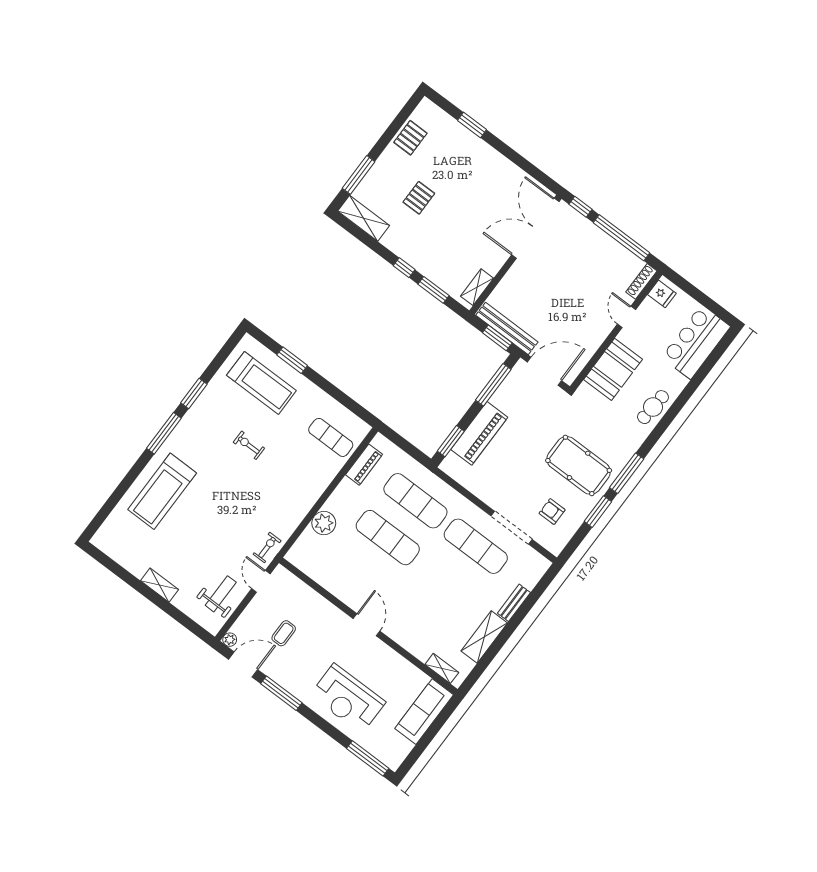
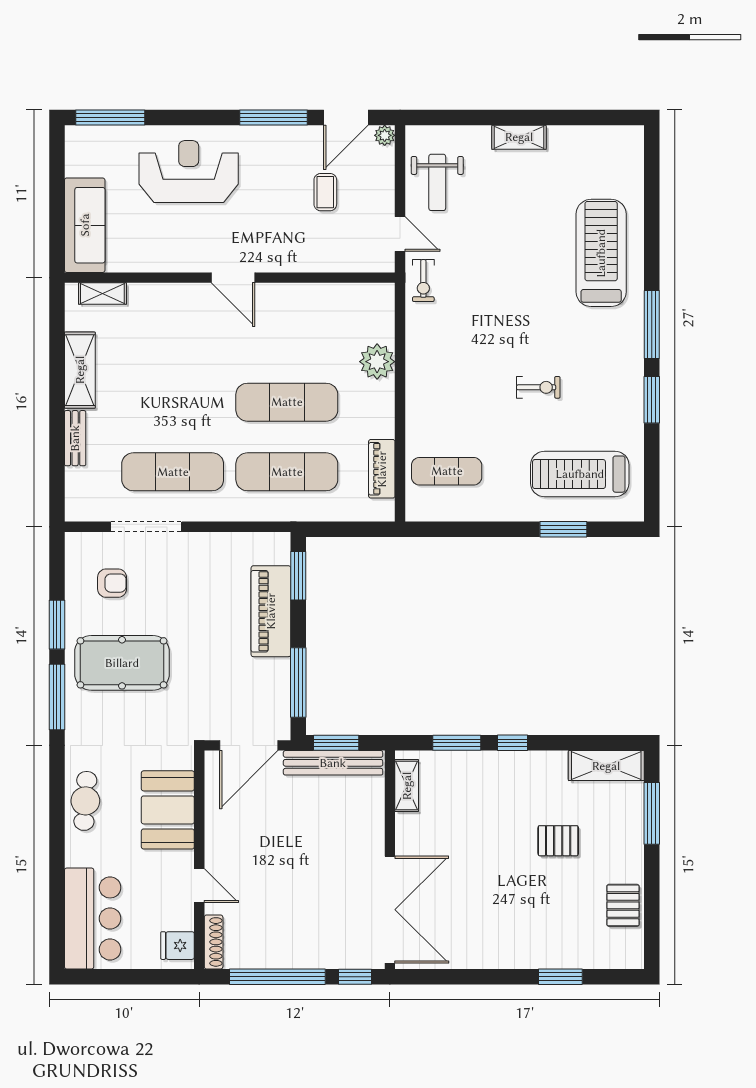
pallet: (419, 198) -> (558, 841), turned 90

